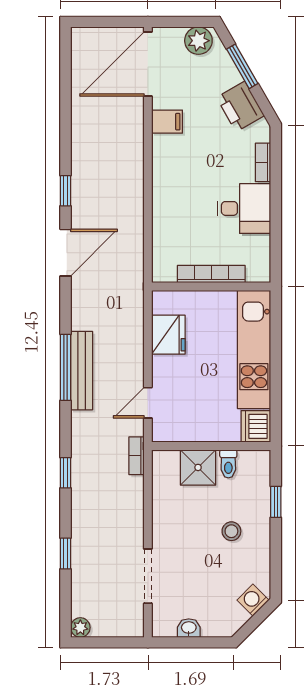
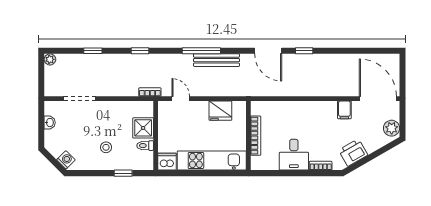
window: (242, 66) -> (377, 154), removed
bench: (82, 371) -> (216, 60), moved

